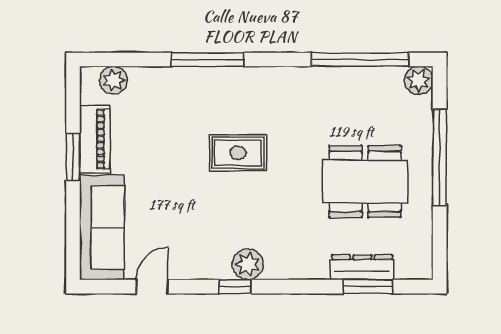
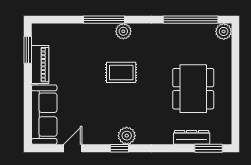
plant: (114, 80) -> (123, 31), moved
window: (73, 157) -> (28, 50), moved
window: (440, 157) -> (235, 75), removed
dining table: (365, 181) -> (193, 89), turned 90
window: (368, 287) -> (209, 148), moved

